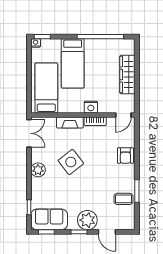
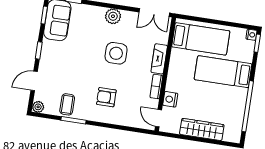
nightstand: (91, 107) -> (170, 99), moved
armchair: (125, 156) -> (106, 97), moved
side table: (71, 162) -> (116, 53), turned 38
plant: (87, 220) -> (38, 107), moved, width x0.53, depth x0.53

